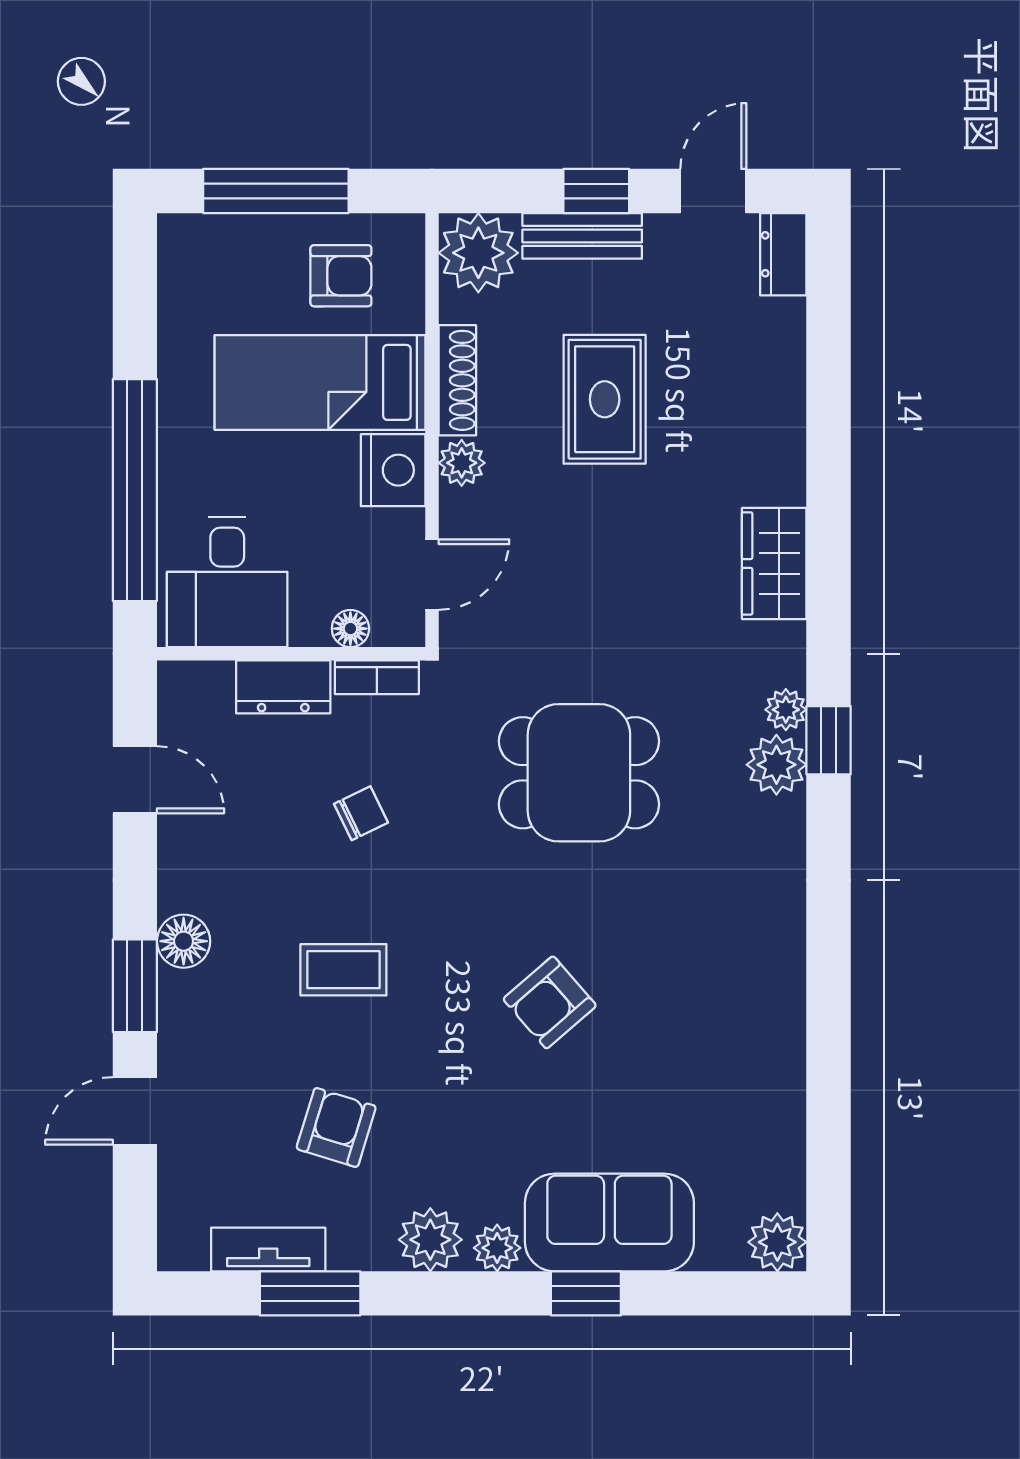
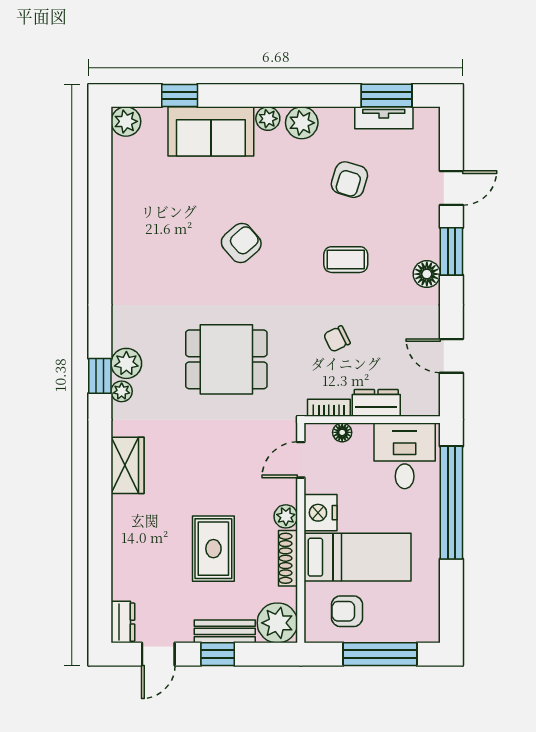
window: (310, 1293) -> (387, 96), moved
window: (586, 1293) -> (180, 96), moved

